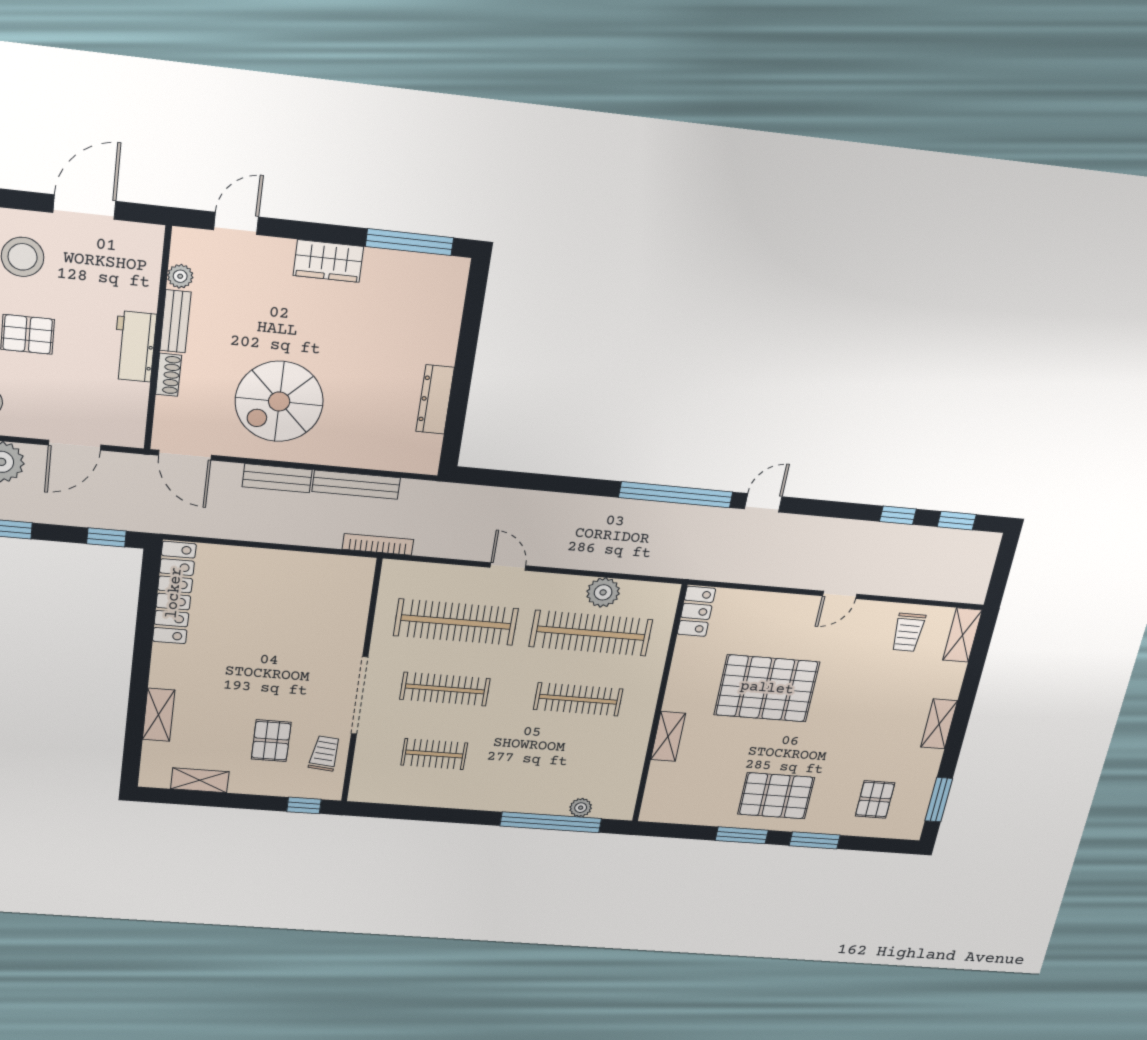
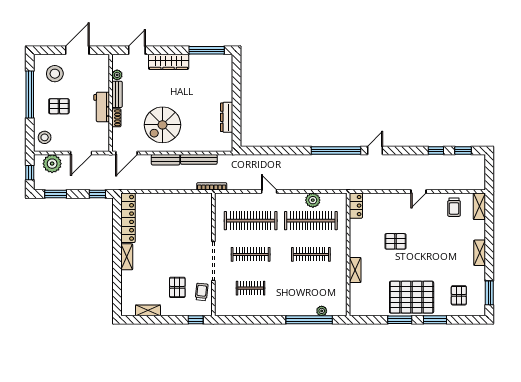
wardrobe: (328, 261) -> (169, 62), width x1.50
door: (185, 455) -> (126, 153), hinge flipped
pallet: (767, 688) -> (395, 241), width x0.49, depth x0.50
shelving: (159, 715) -> (127, 257), moved
pallet: (776, 796) -> (412, 297), width x1.37, depth x1.41

